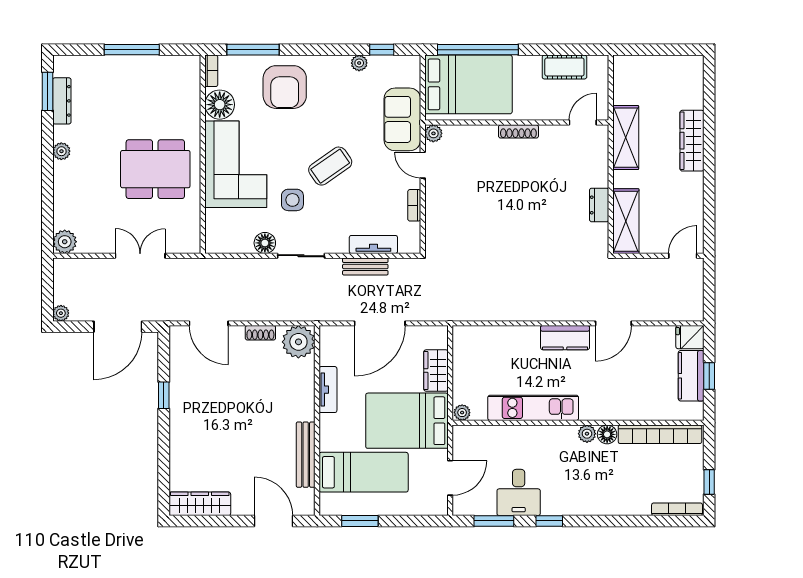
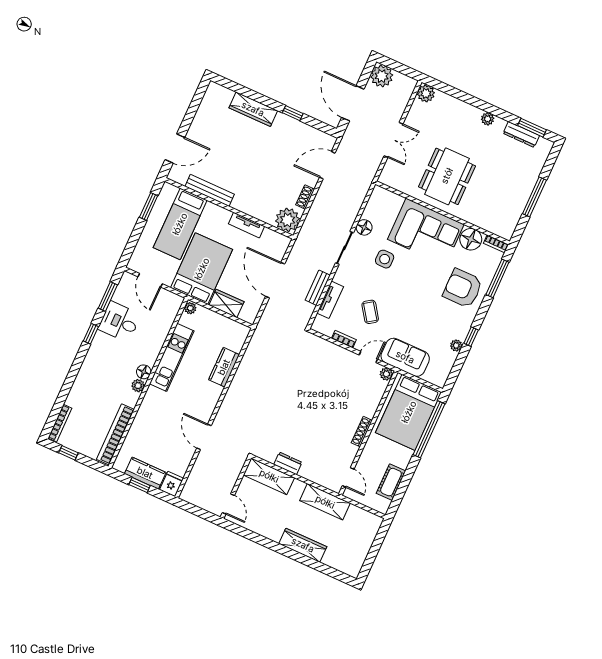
window: (382, 50) -> (471, 337), moved
coffee table: (330, 166) -> (370, 312), moved, width x0.73, depth x0.77
plant: (61, 313) -> (382, 76), width x1.88, depth x1.88
kitchen counter: (565, 338) -> (224, 367), moved
floor lamp: (607, 434) -> (144, 372), moved
wardrobe: (200, 504) -> (253, 109), moved, turned 90

